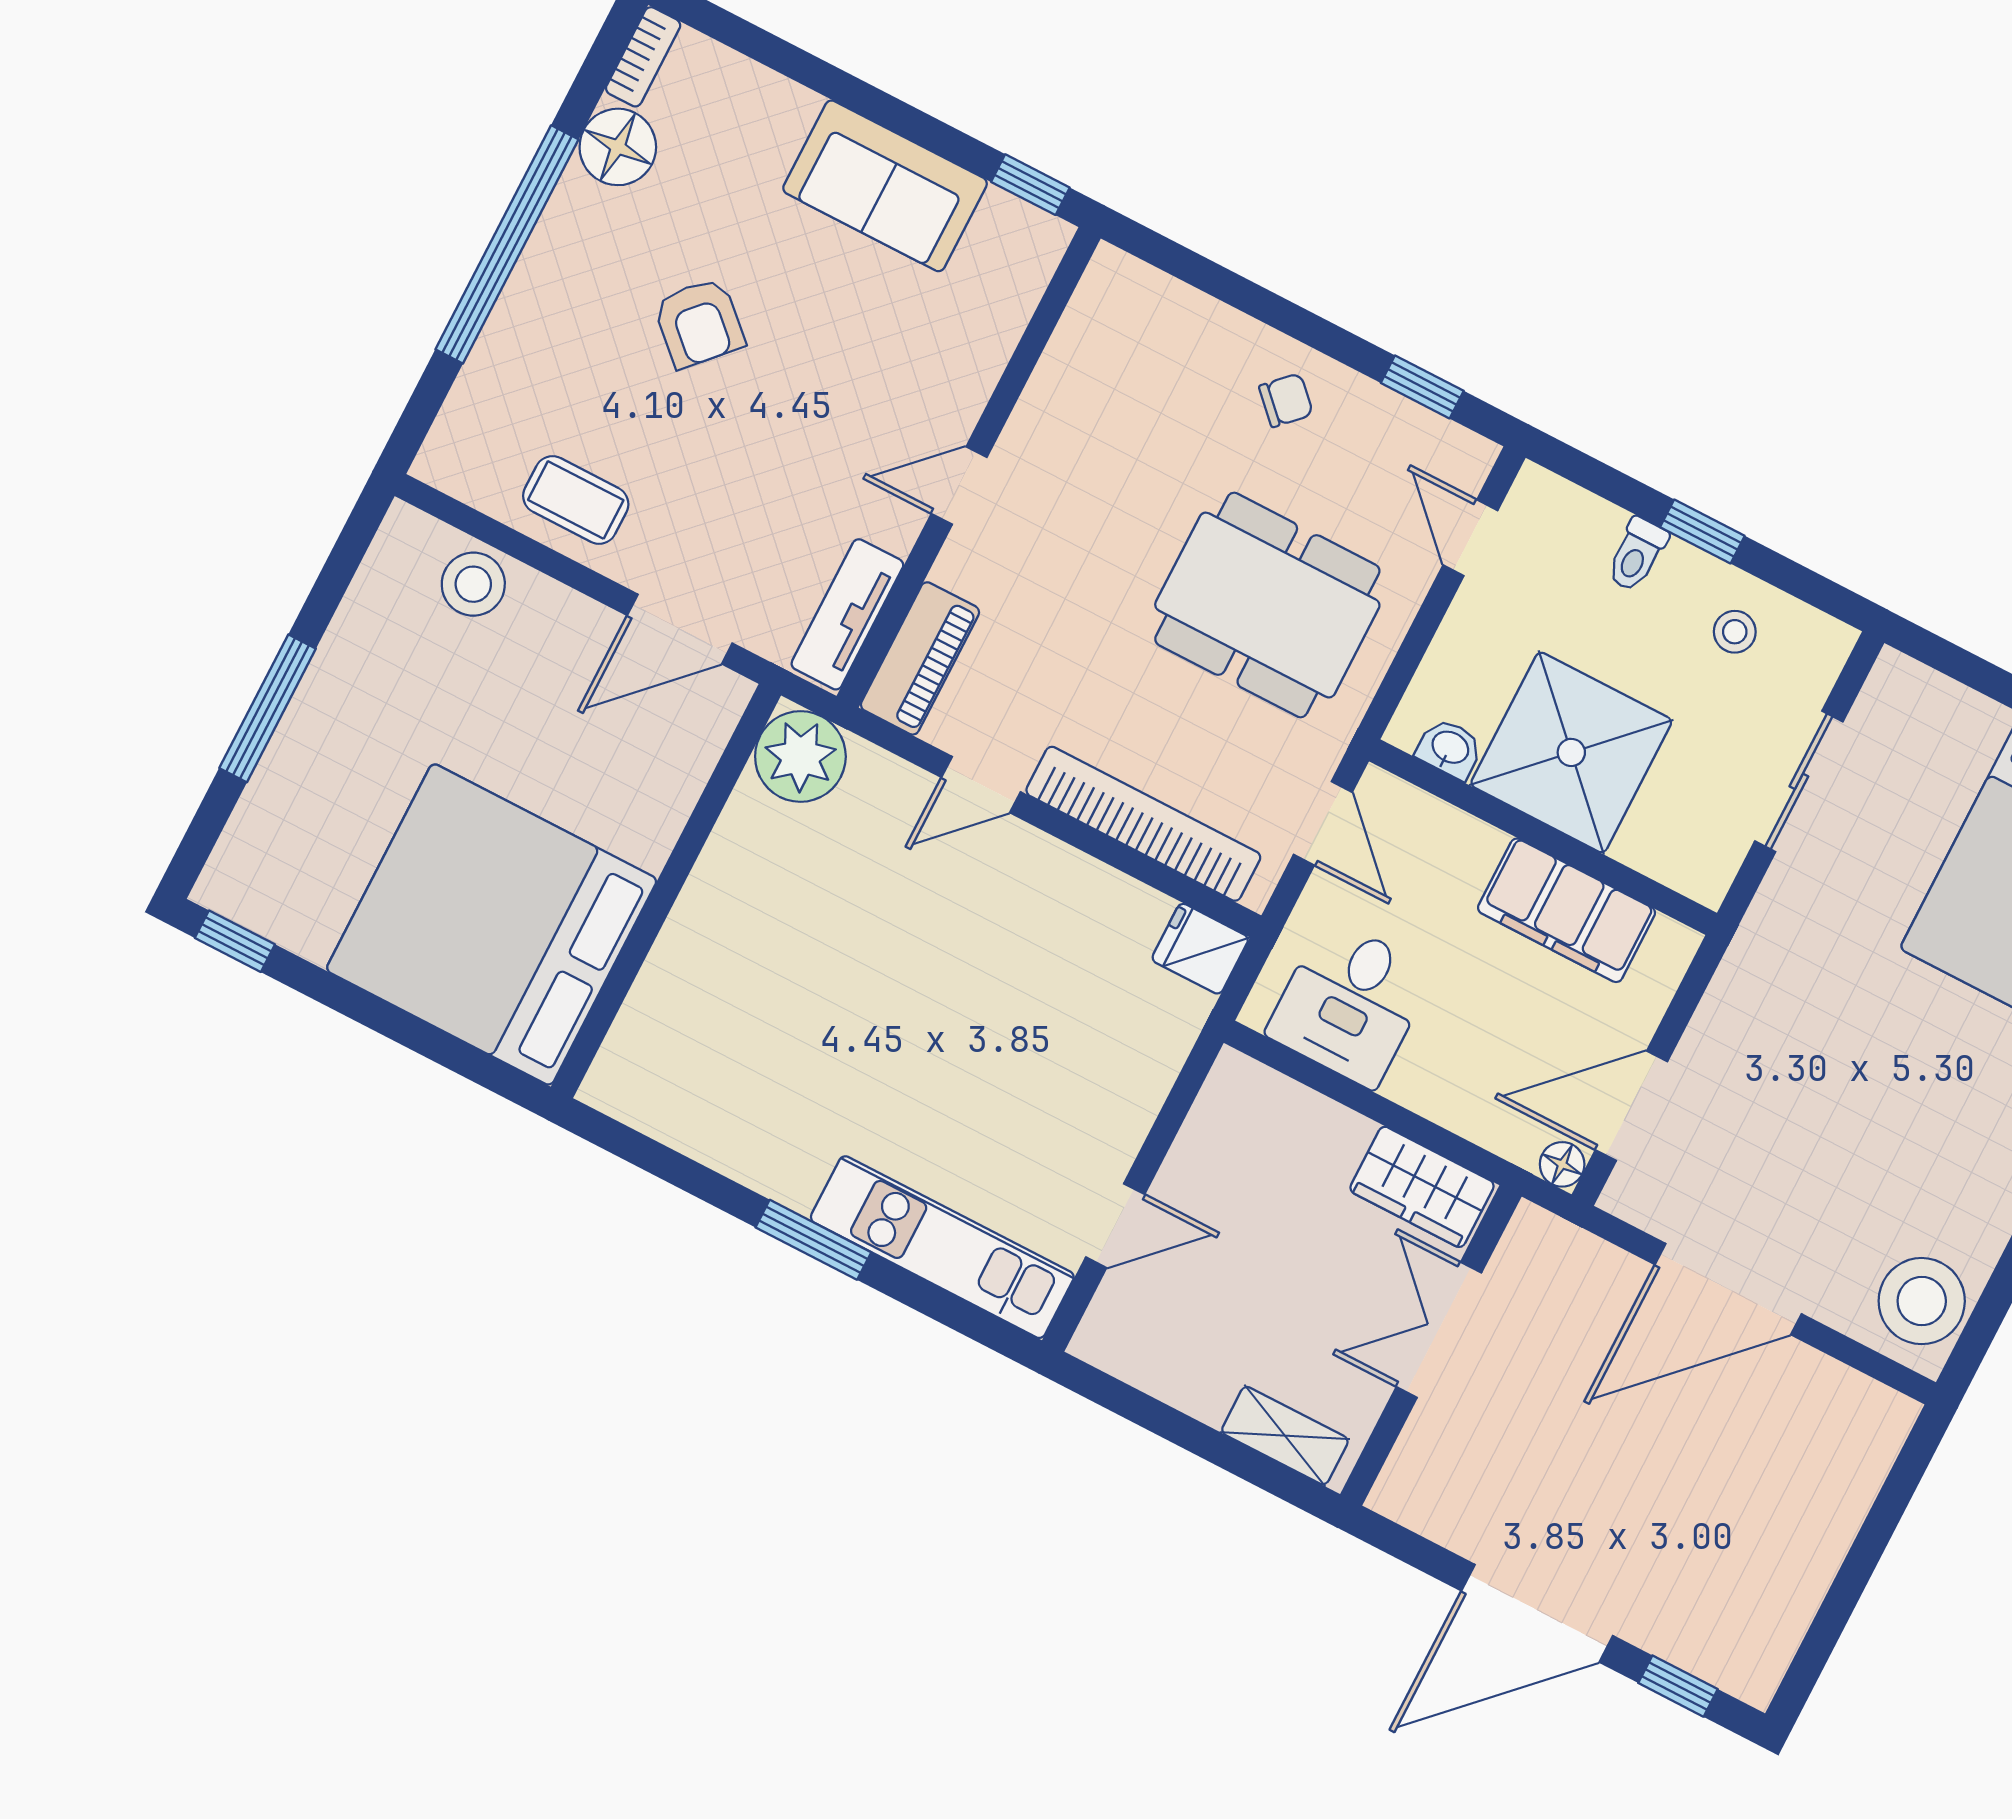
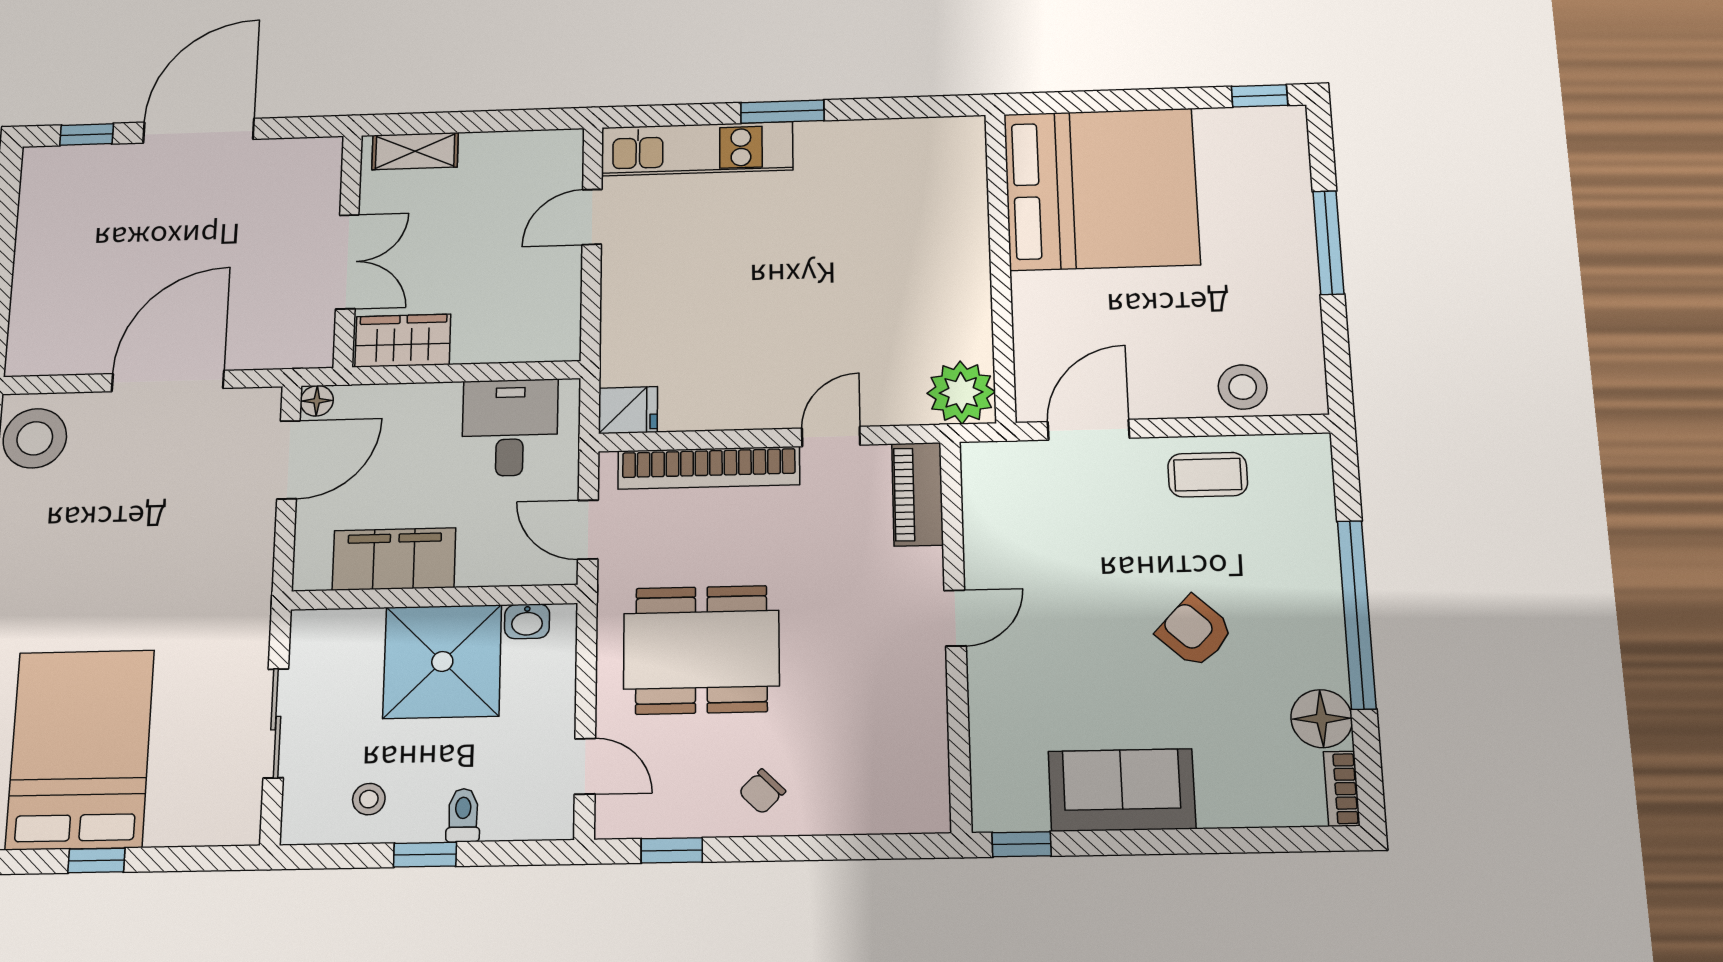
tv unit: (847, 614) -> (982, 497), removed

